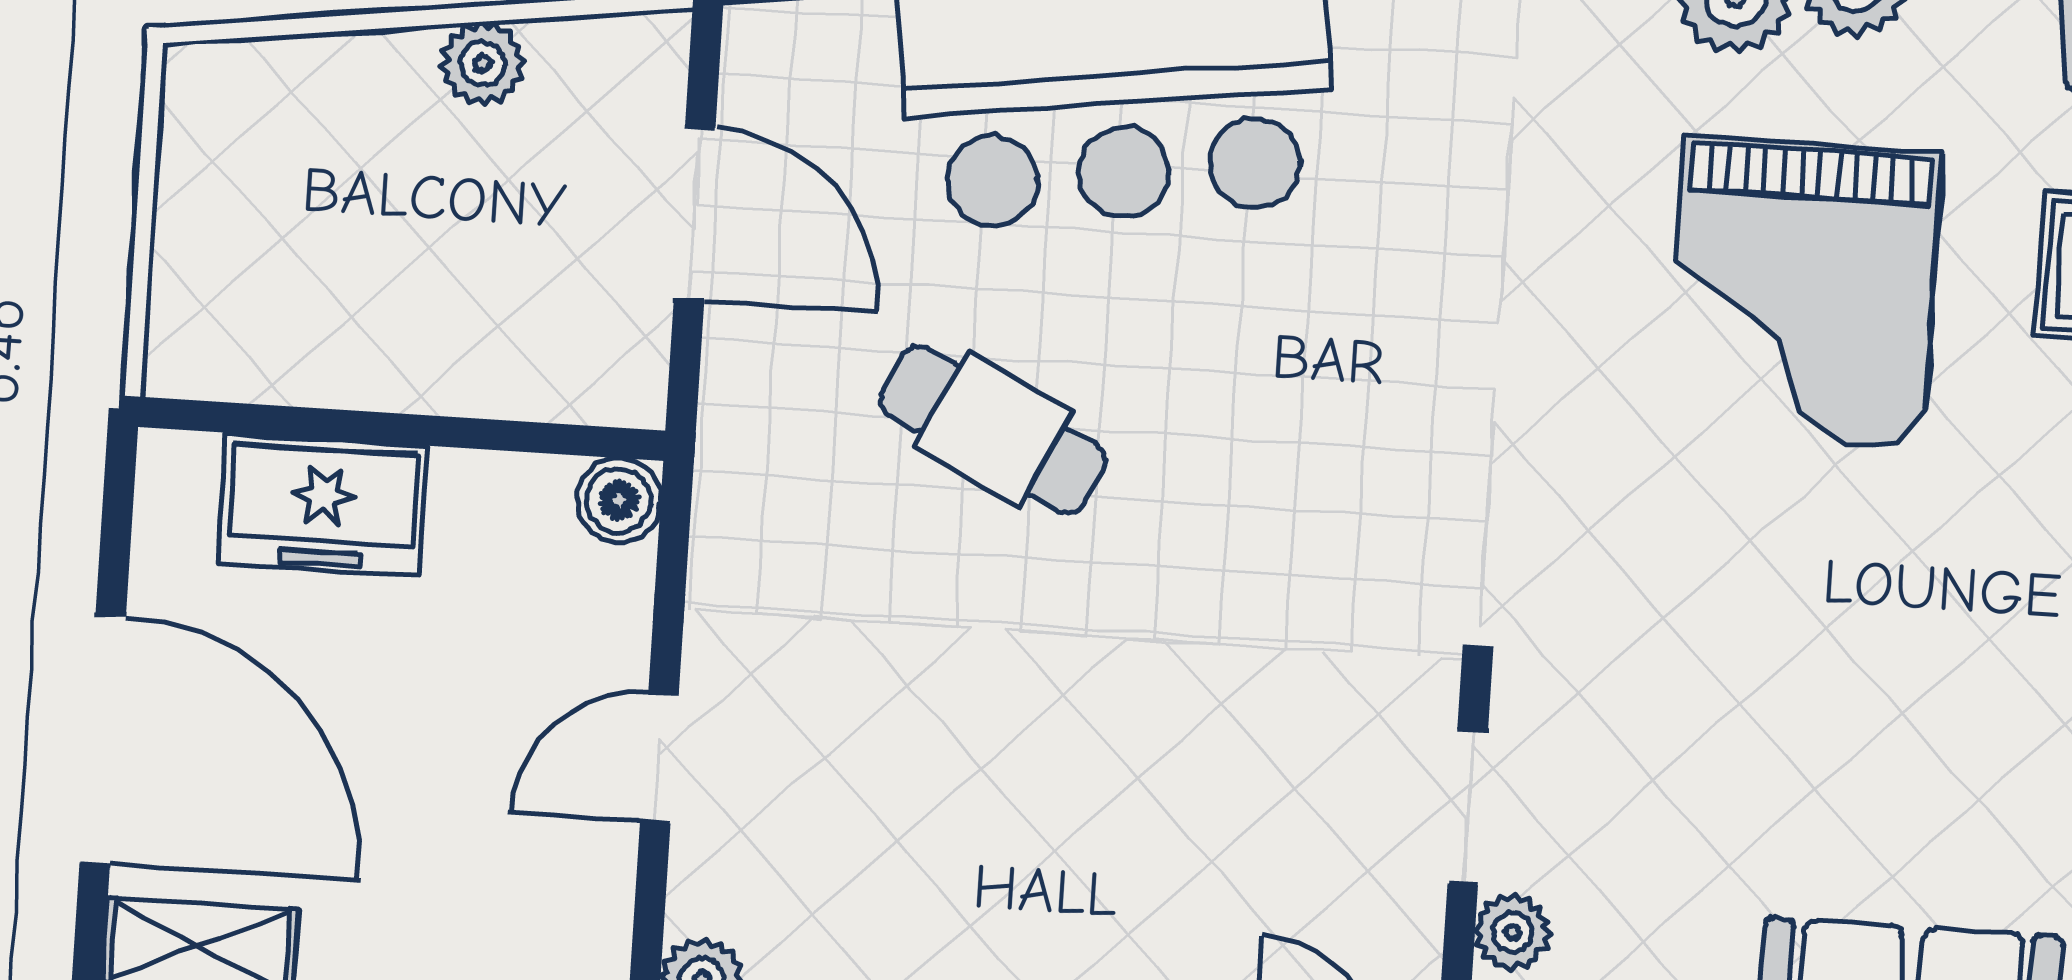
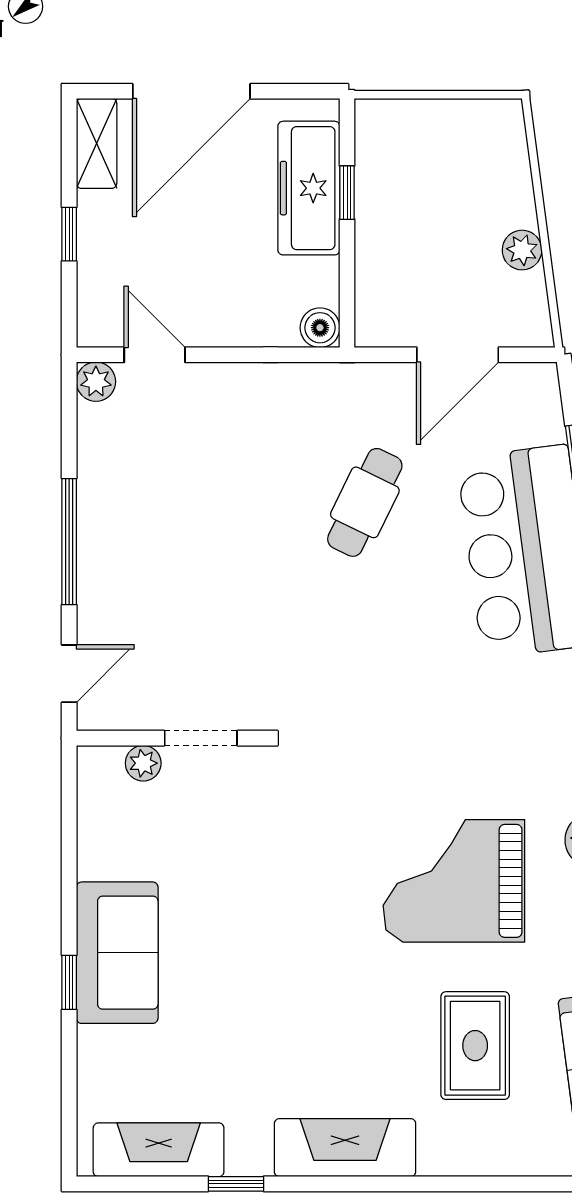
window: (338, 425) -> (347, 193), added
freezer: (323, 505) -> (309, 188), width x1.40
door: (659, 758) -> (155, 355), moved

